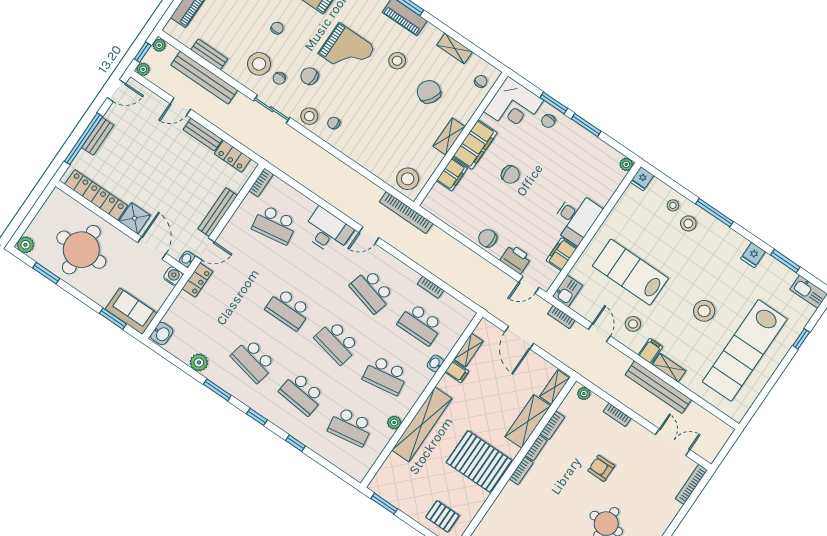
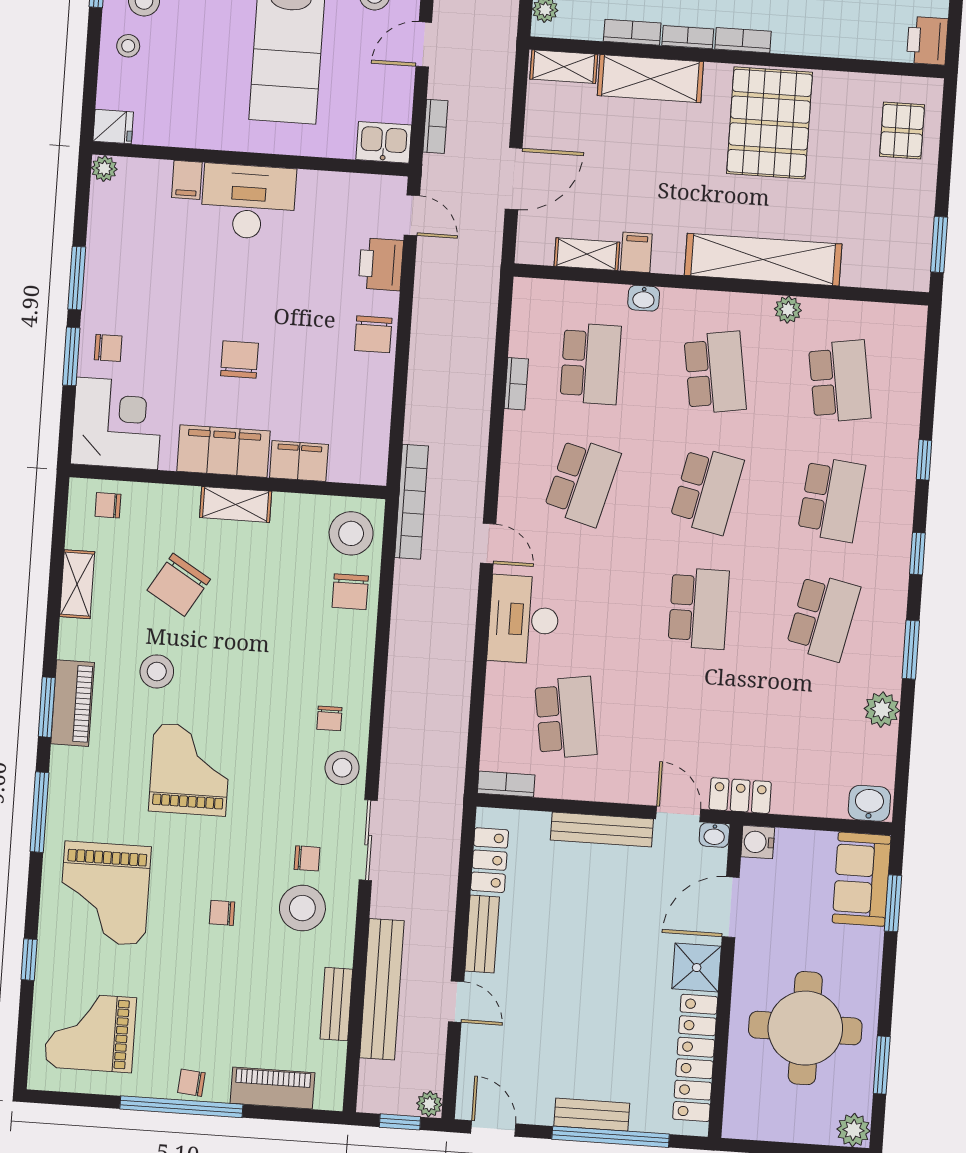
plant: (159, 45) -> (371, 1100), removed
chair: (309, 76) -> (350, 592), moved
filing cabinet: (562, 254) -> (187, 180), moved, width x0.50

